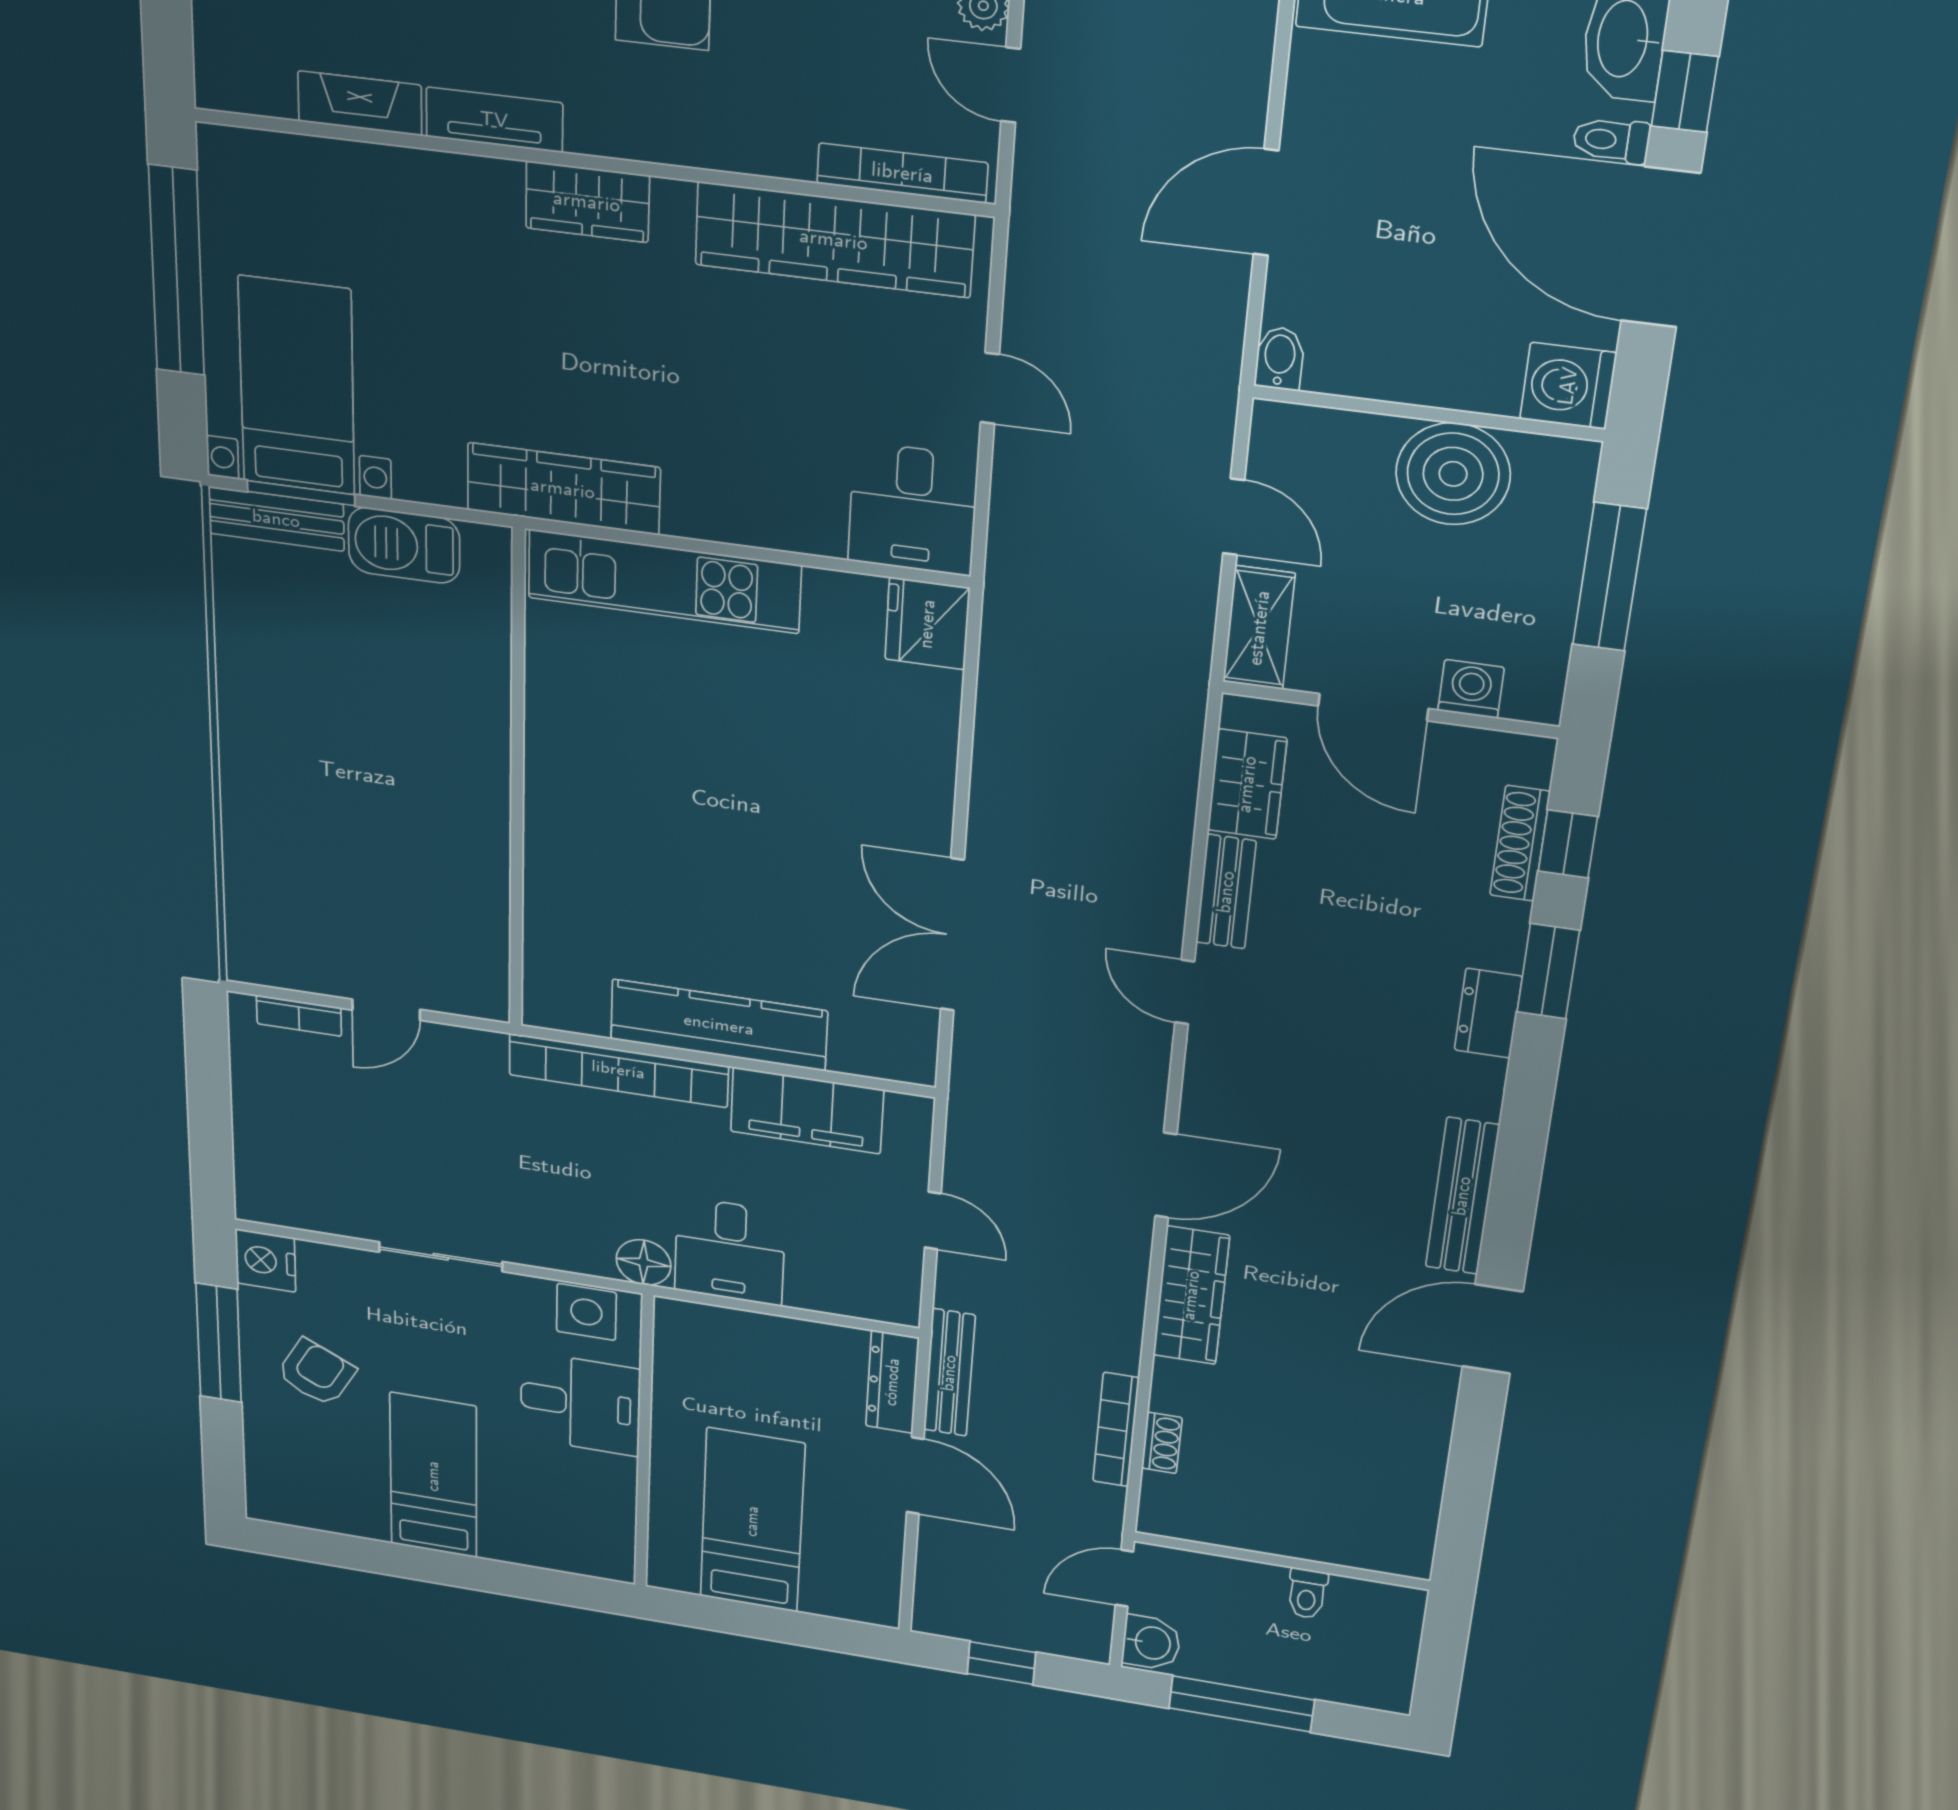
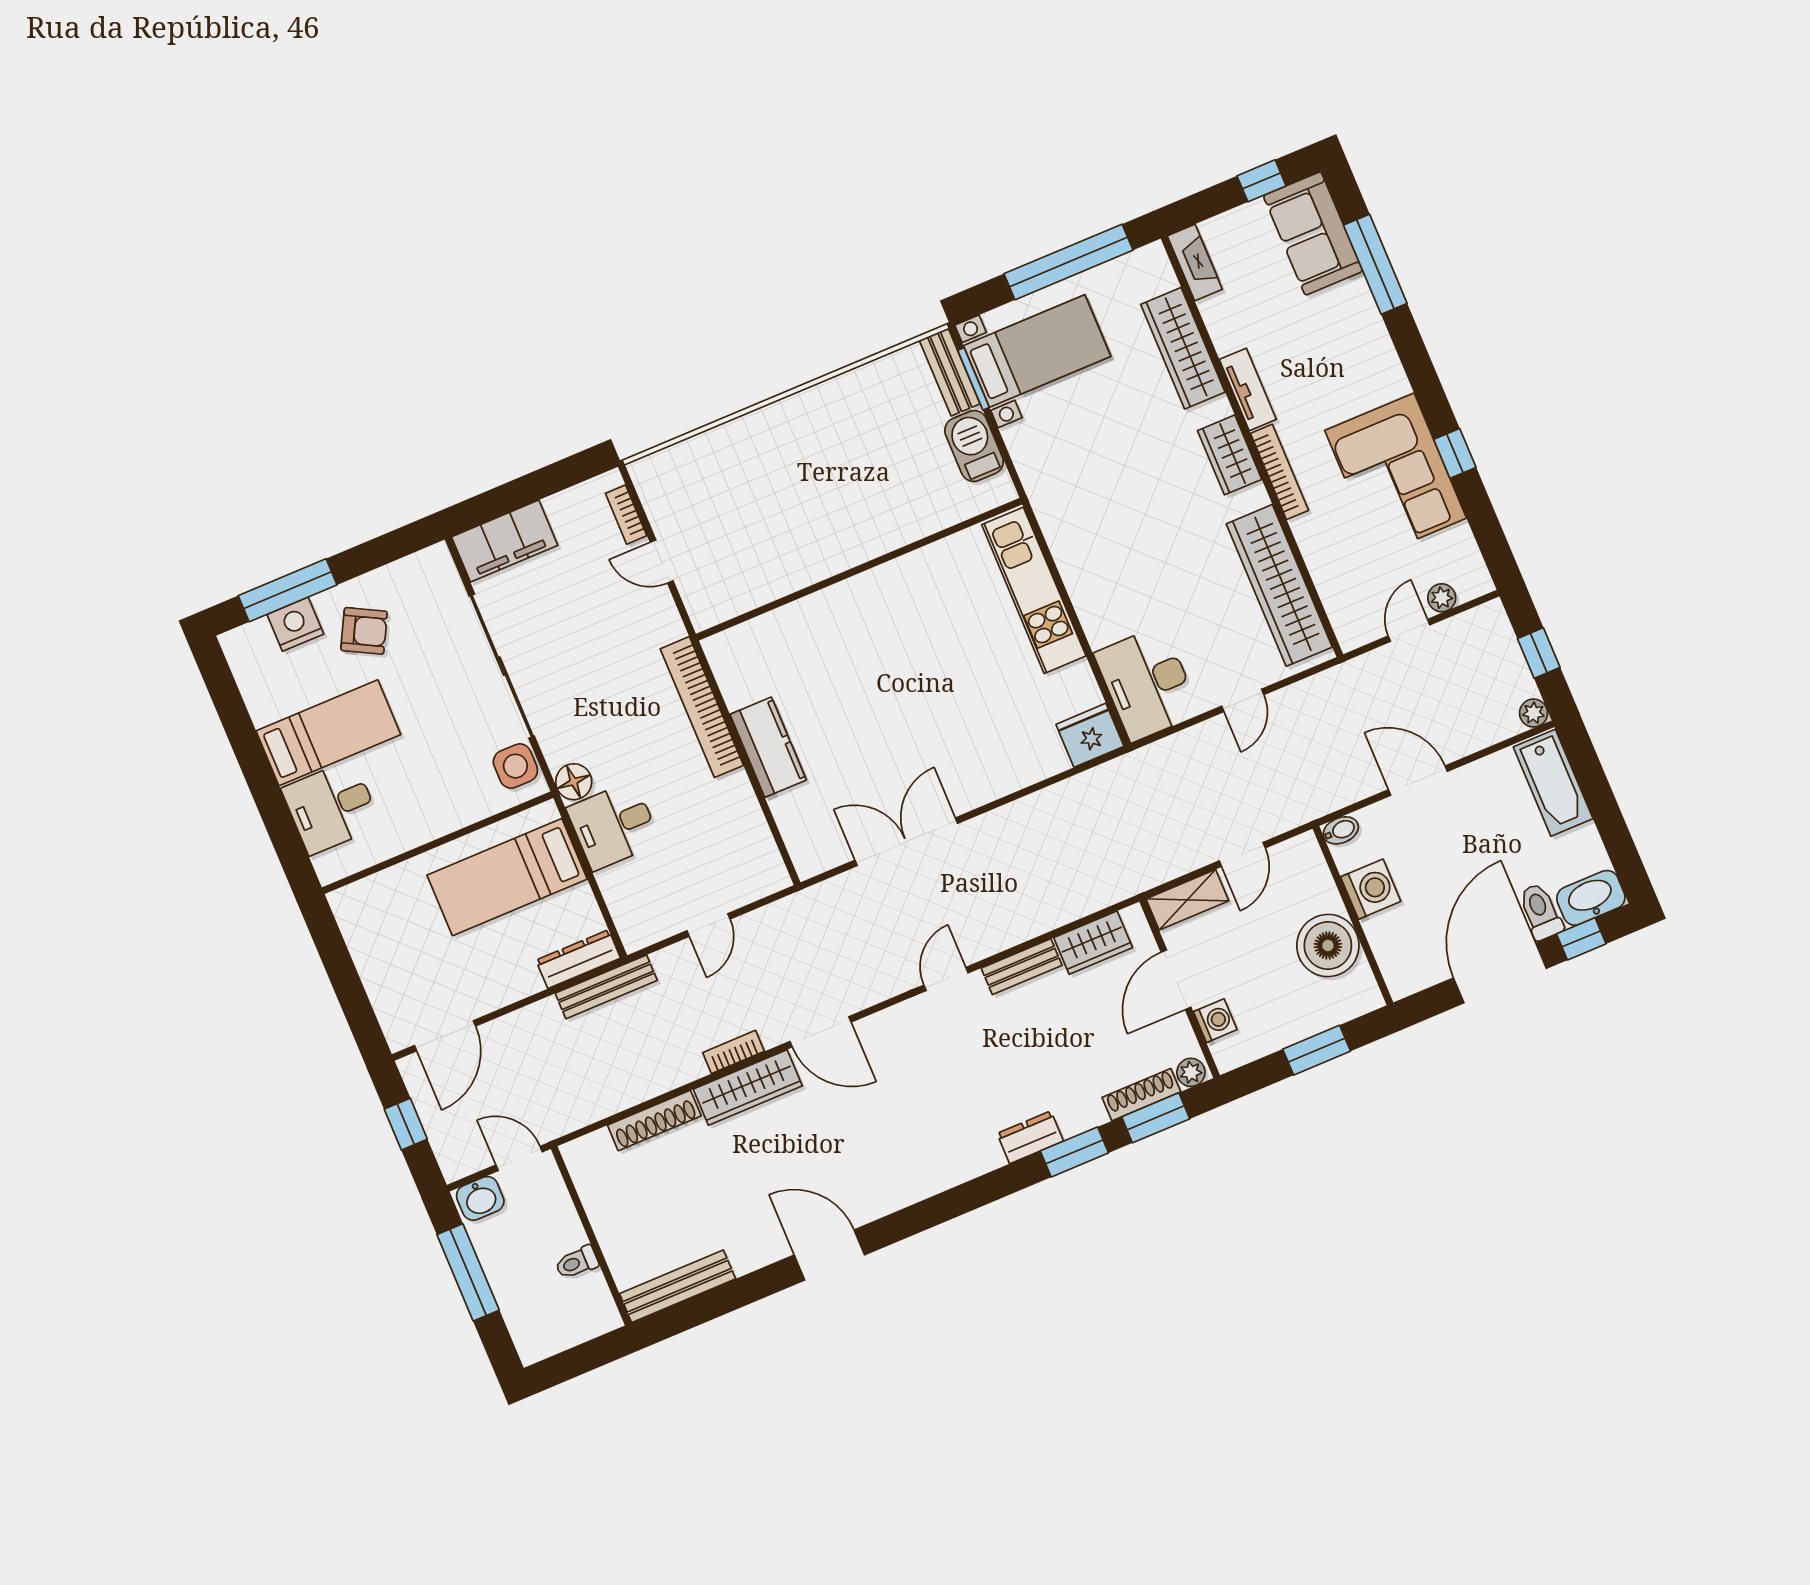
fireplace: (360, 103) -> (1195, 263), moved
toilet: (1611, 140) -> (1541, 912), width x1.37, depth x1.39
bookcase: (902, 173) -> (1279, 472), moved
washing machine: (1568, 386) -> (1371, 889), moved, turned 90
wardrobe: (563, 489) -> (1183, 348), moved, turned 180
desk: (913, 509) -> (1147, 683), width x1.37
window: (1609, 577) -> (1317, 1050), width x0.69
plant: (1529, 763) -> (1191, 1072), added
window: (1568, 844) -> (1156, 1118), width x1.50
kitchen counter: (719, 1025) -> (768, 747), width x0.67
filing cabinet: (807, 1111) -> (505, 541), moved, turned -90
bench: (1462, 1196) -> (678, 1286), moved
sliding door: (441, 1257) -> (502, 666), width x1.86
nightstand: (265, 1260) -> (295, 624), moved
window: (219, 1343) -> (288, 590), moved
desk: (580, 1404) -> (331, 807), moved, turned 90
bookcase: (1116, 1430) -> (733, 1052), moved, width x0.64
shoe rack: (1162, 1443) -> (654, 1120), width x1.94, depth x1.24
door: (915, 1476) -> (445, 1036), moved
bed: (752, 1521) -> (507, 877), moved, turned 180

